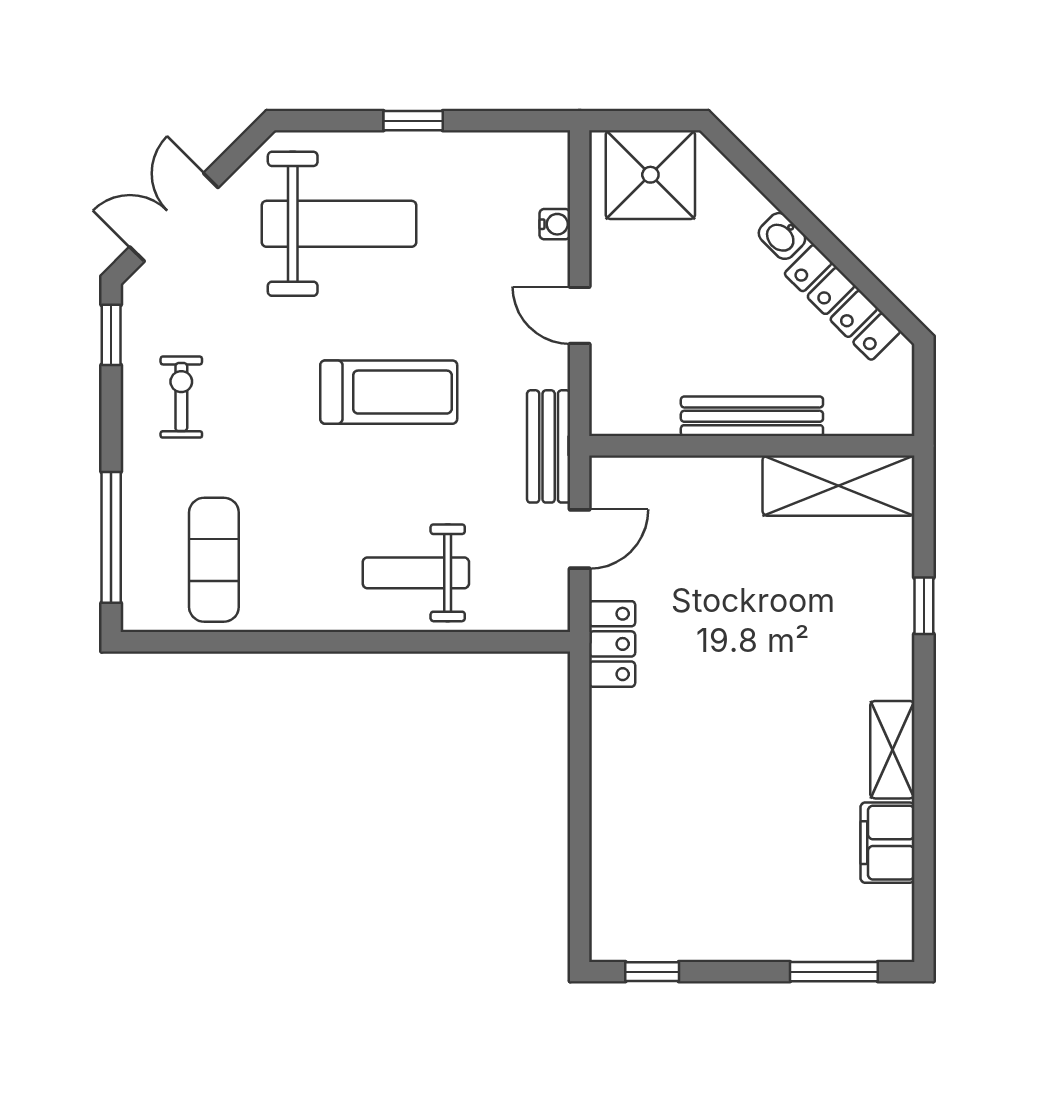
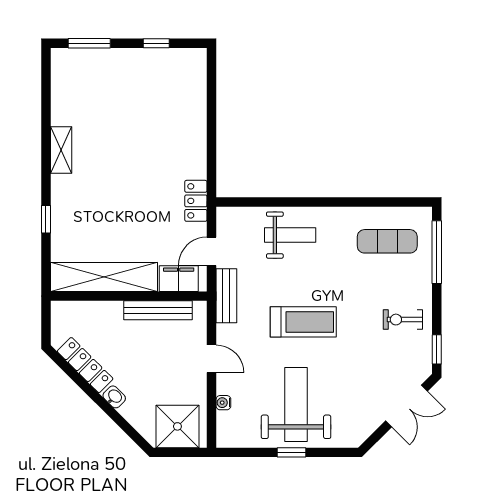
weight bench: (339, 224) -> (296, 405), moved, turned 90
treadmill: (389, 392) -> (303, 322), turned 180
exercise bike: (181, 397) -> (403, 320), turned 90
bench: (752, 416) -> (158, 310), moved
shelving: (839, 486) -> (104, 277), width x1.47
exercise mat: (214, 560) -> (387, 241), turned 90
filing cabinet: (887, 843) -> (179, 279), moved, turned -90
window: (652, 972) -> (156, 43), moved

